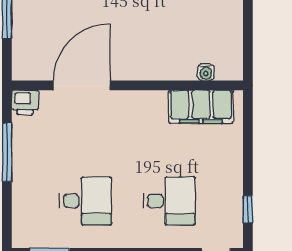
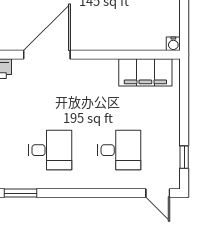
water cooler: (206, 72) -> (173, 44), moved

